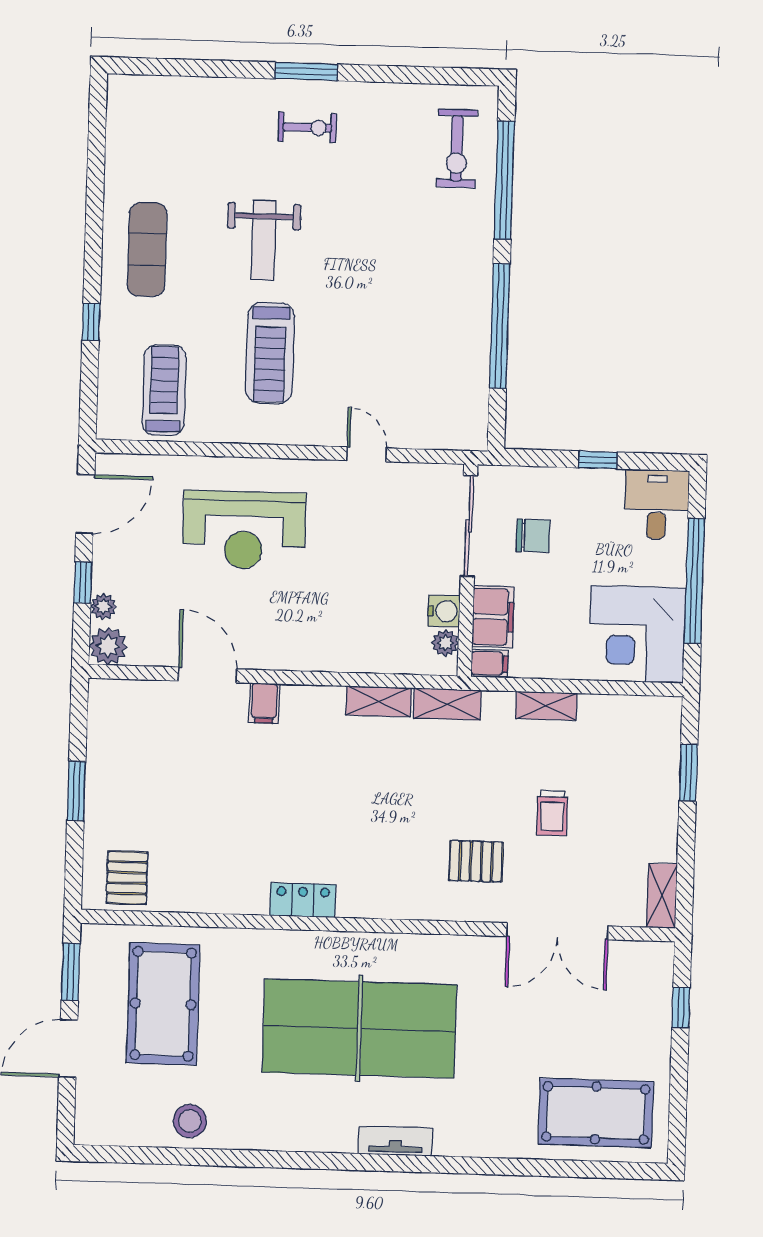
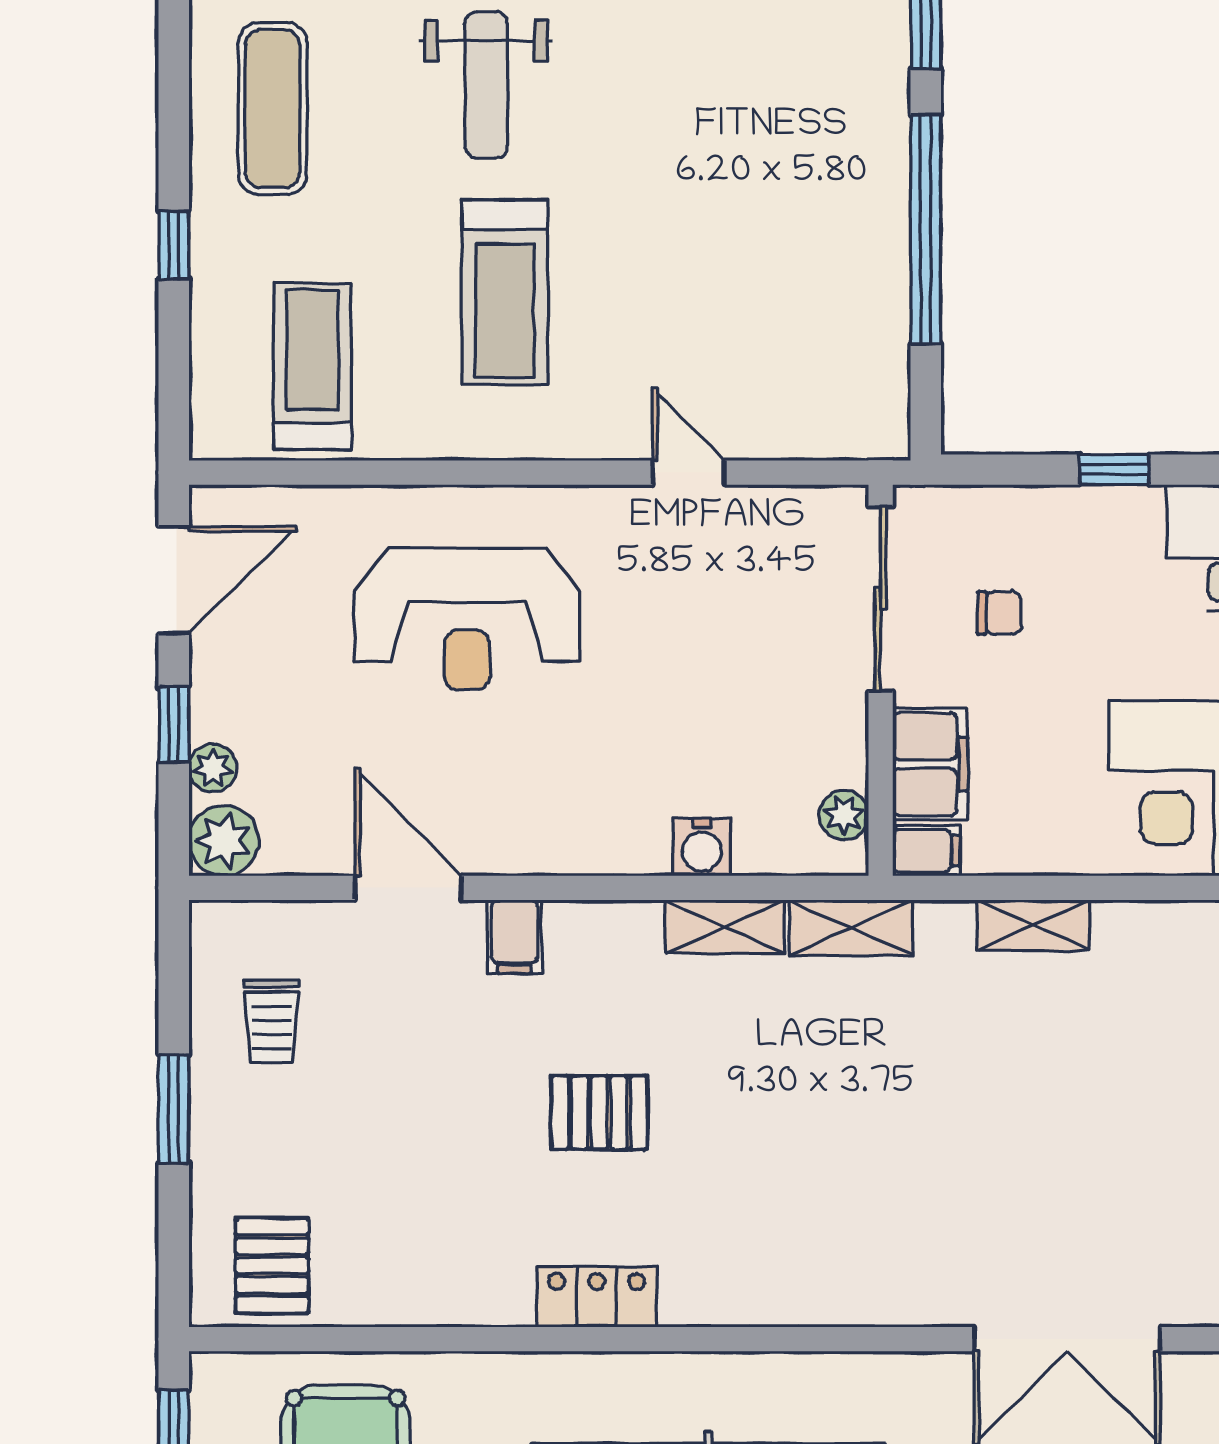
chair: (533, 536) -> (999, 613), width x0.73, depth x0.73
water cooler: (444, 611) -> (702, 847), moved, turned 90
trolley: (552, 813) -> (272, 1022), moved
pallet: (476, 861) -> (599, 1113), moved

